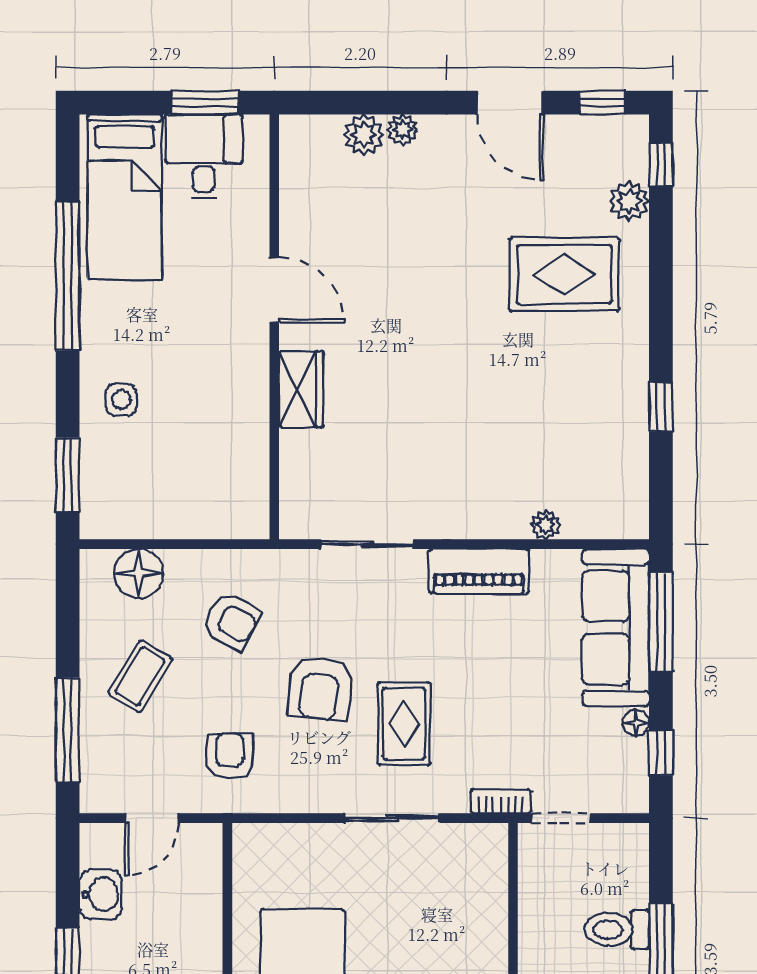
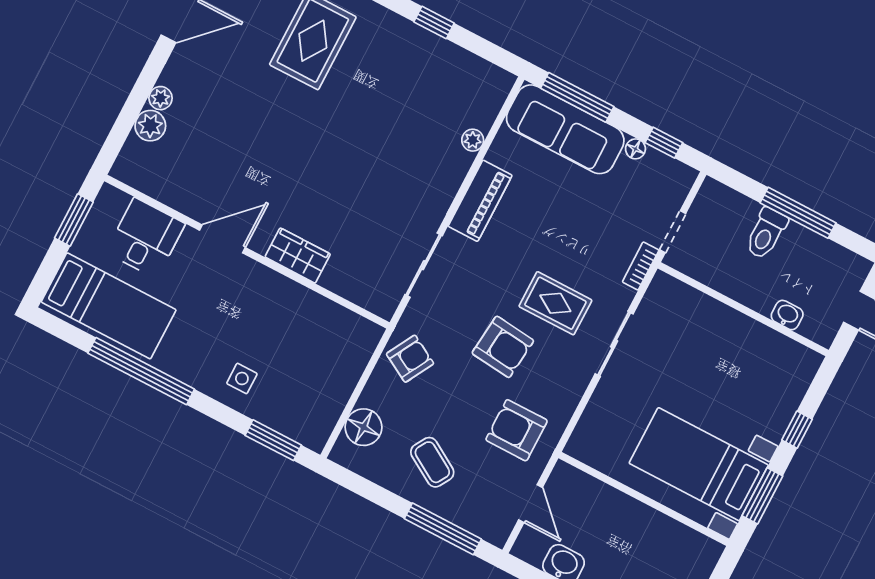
desk: (204, 156) -> (145, 238), moved, turned 90
armchair: (231, 621) -> (410, 359), moved
armchair: (230, 756) -> (517, 430), width x1.38, depth x1.38

